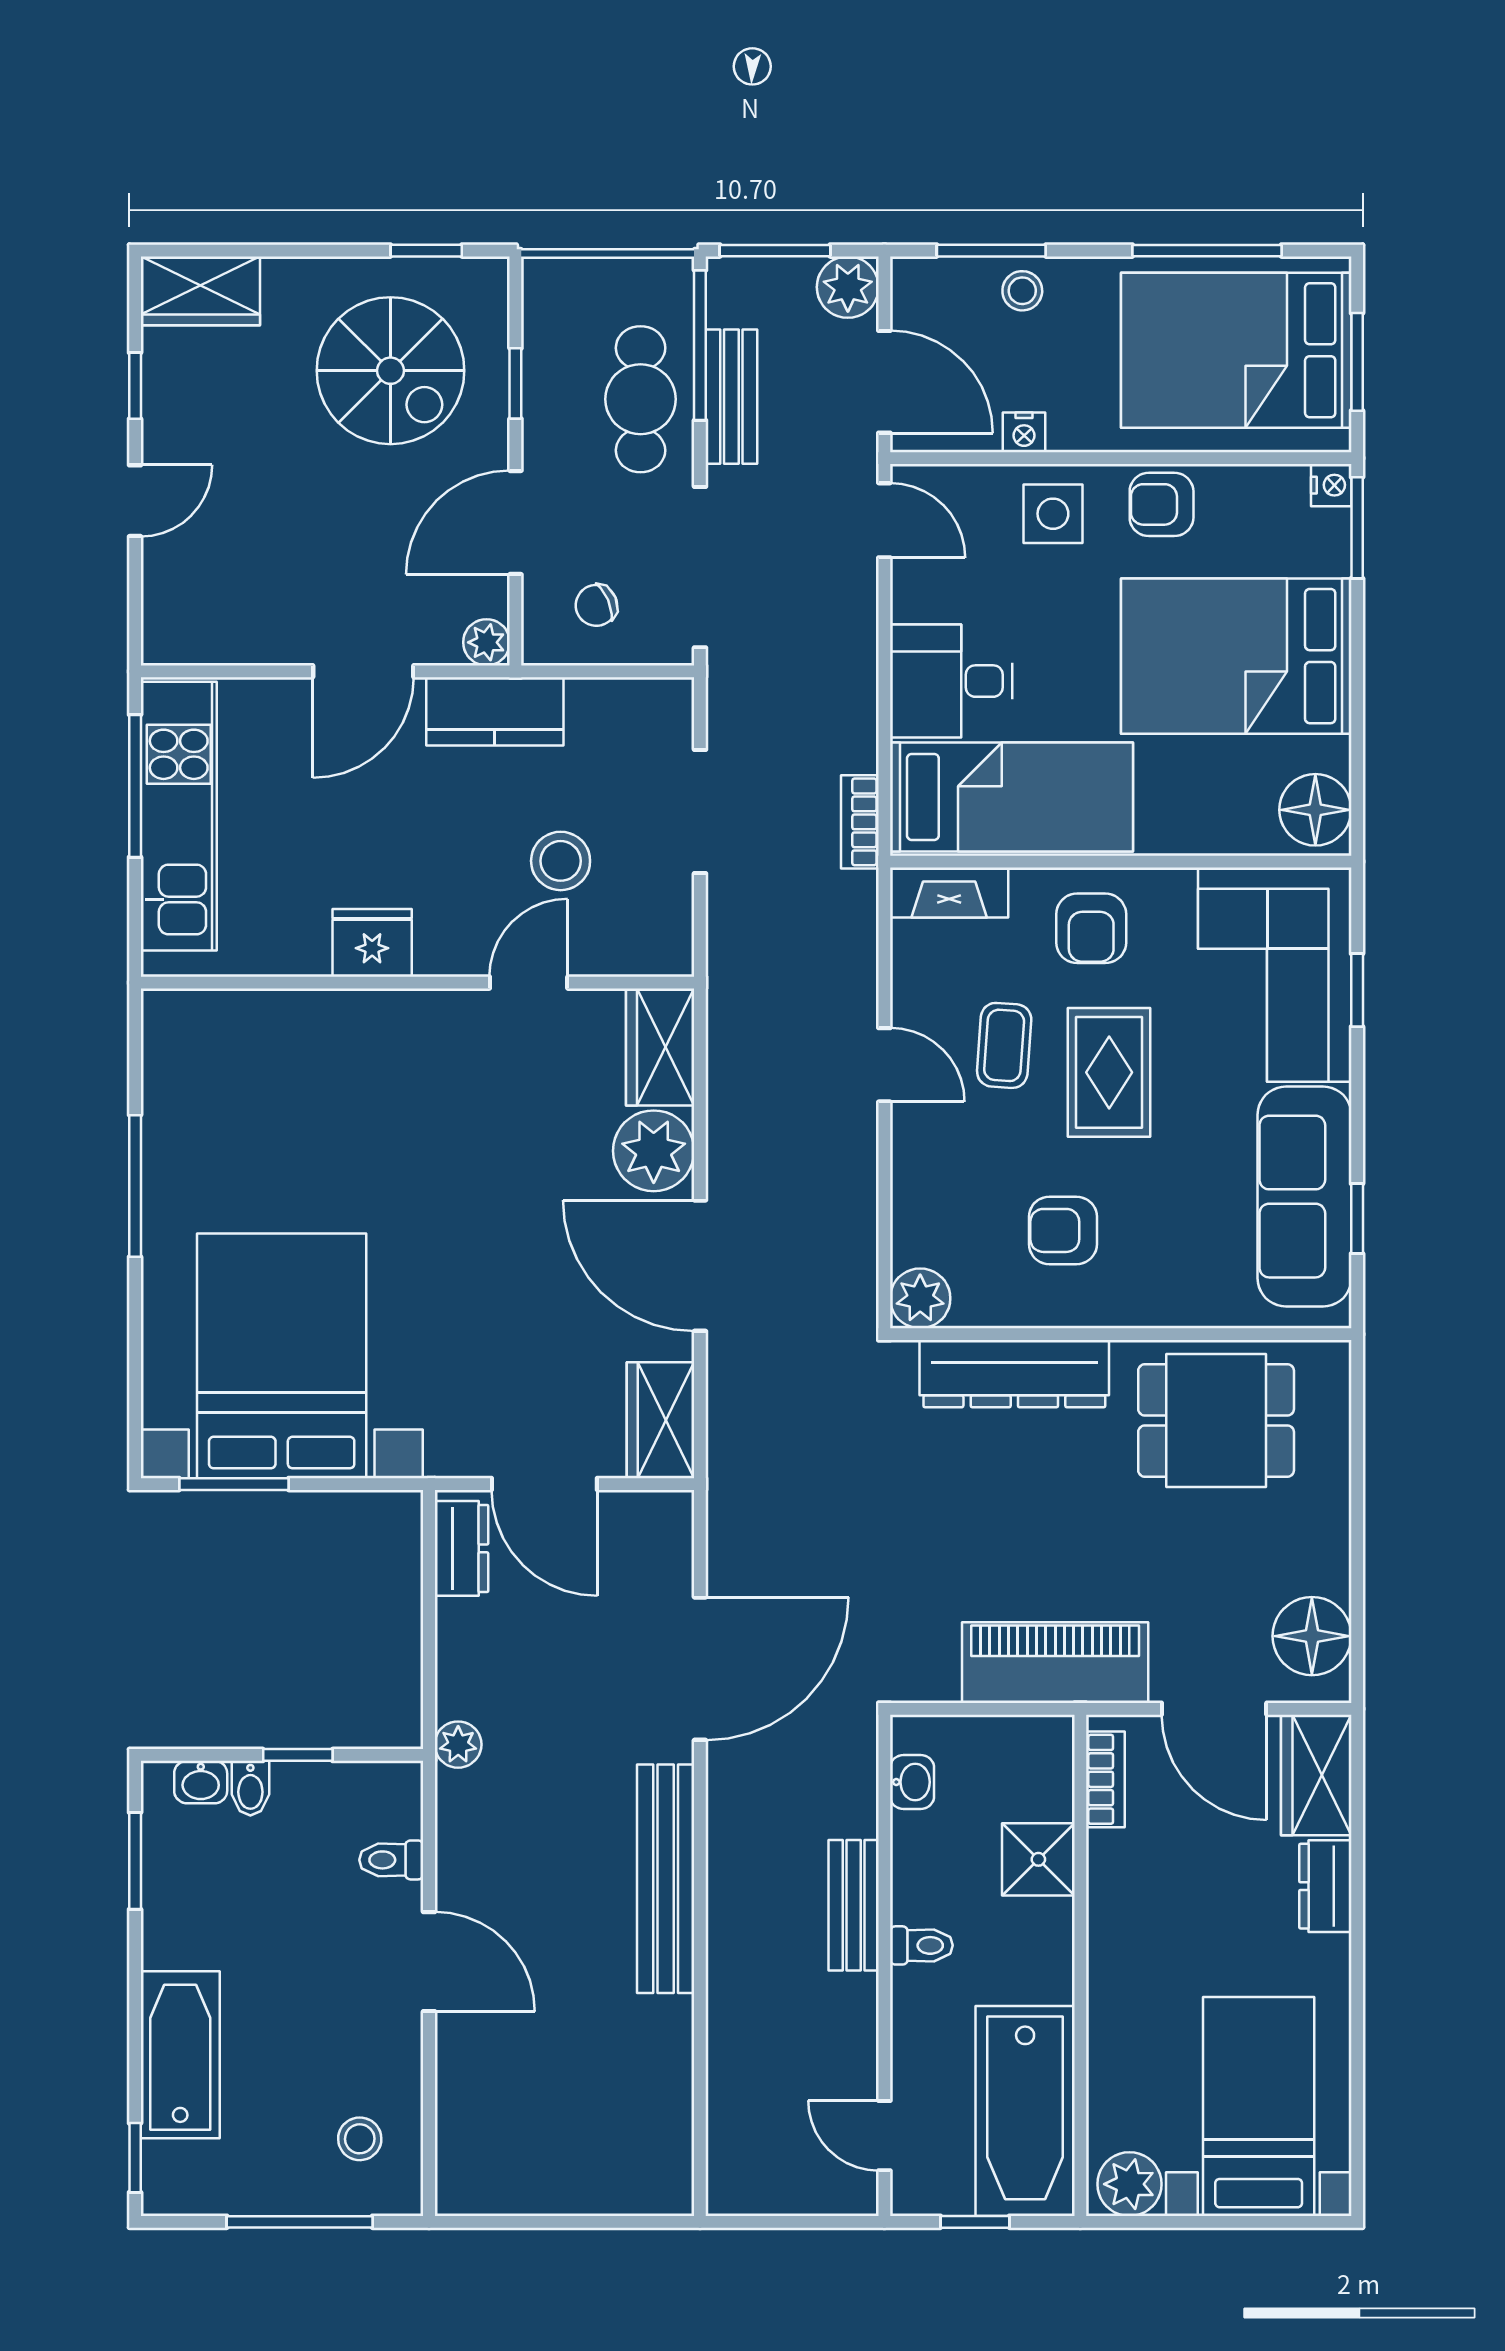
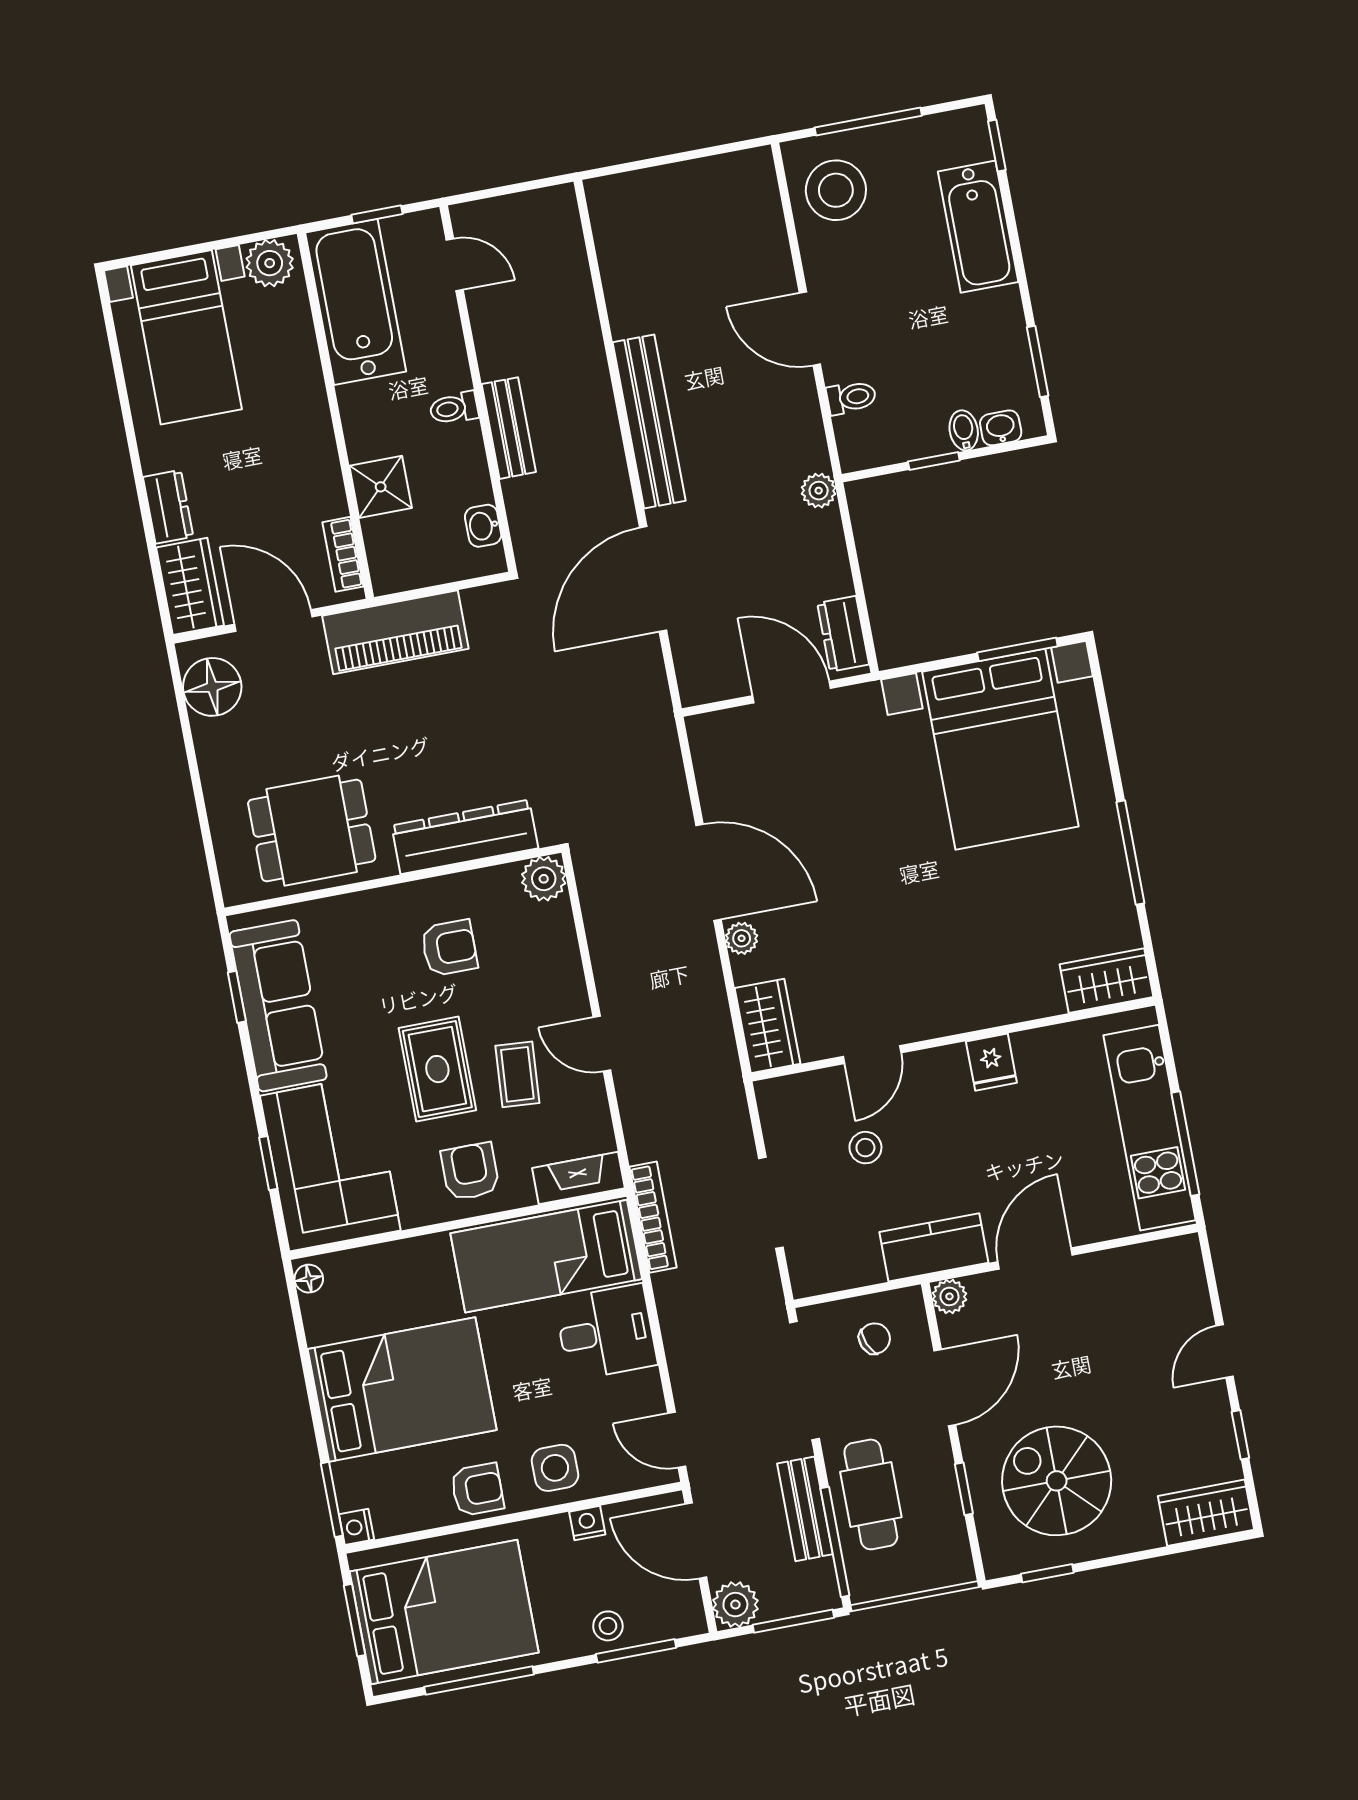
floor lamp: (1315, 810) -> (309, 1279), width x0.53, depth x0.53
bookcase: (860, 822) -> (653, 1217), width x1.56
stool: (561, 861) -> (865, 1148), width x0.73, depth x0.73
fridge: (372, 943) -> (991, 1062), width x0.72
plant: (654, 1151) -> (742, 938), width x0.53, depth x0.53
wardrobe: (660, 1420) -> (1106, 981), moved, turned -90
stool: (360, 2139) -> (836, 190), width x1.89, depth x1.89

